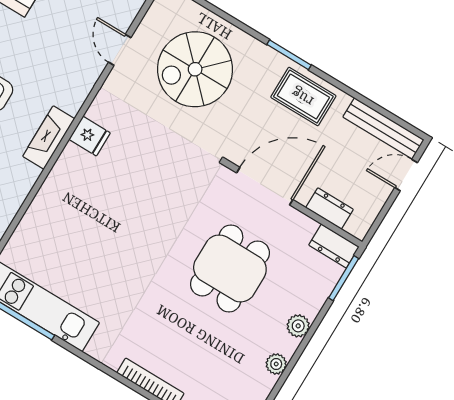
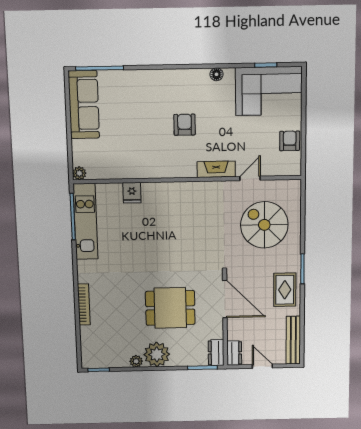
fridge: (90, 136) -> (132, 193), moved
fireplace: (49, 138) -> (216, 169), moved
door: (406, 175) -> (262, 366), moved
dresser: (330, 208) -> (234, 353), moved
plant: (298, 326) -> (157, 354), width x1.87, depth x1.87

